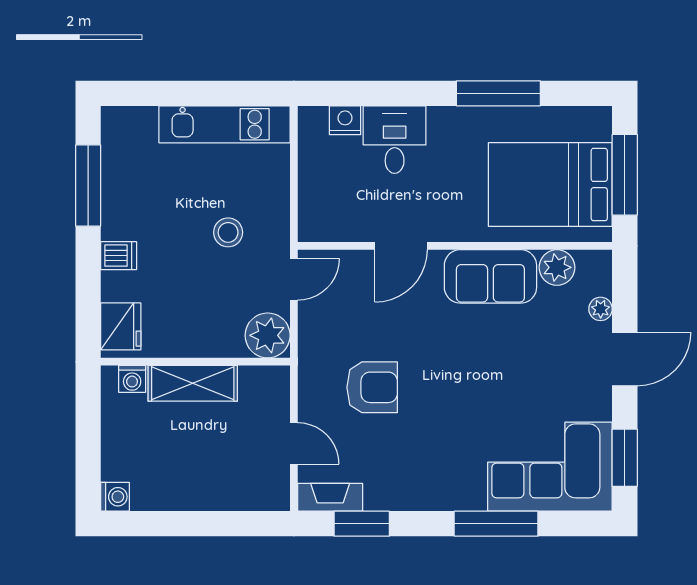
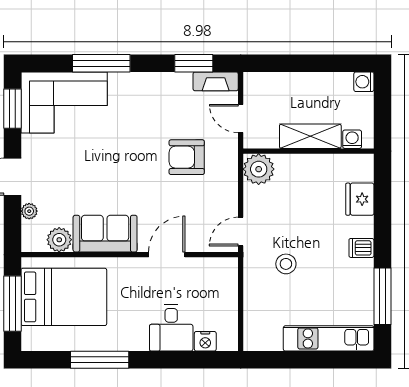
kitchen unit: (225, 124) -> (329, 338), moved
plant: (268, 335) -> (259, 169), moved
wall: (195, 362) -> (309, 151), moved
washing machine: (132, 379) -> (352, 139), moved
shelving: (193, 383) -> (310, 136), moved

